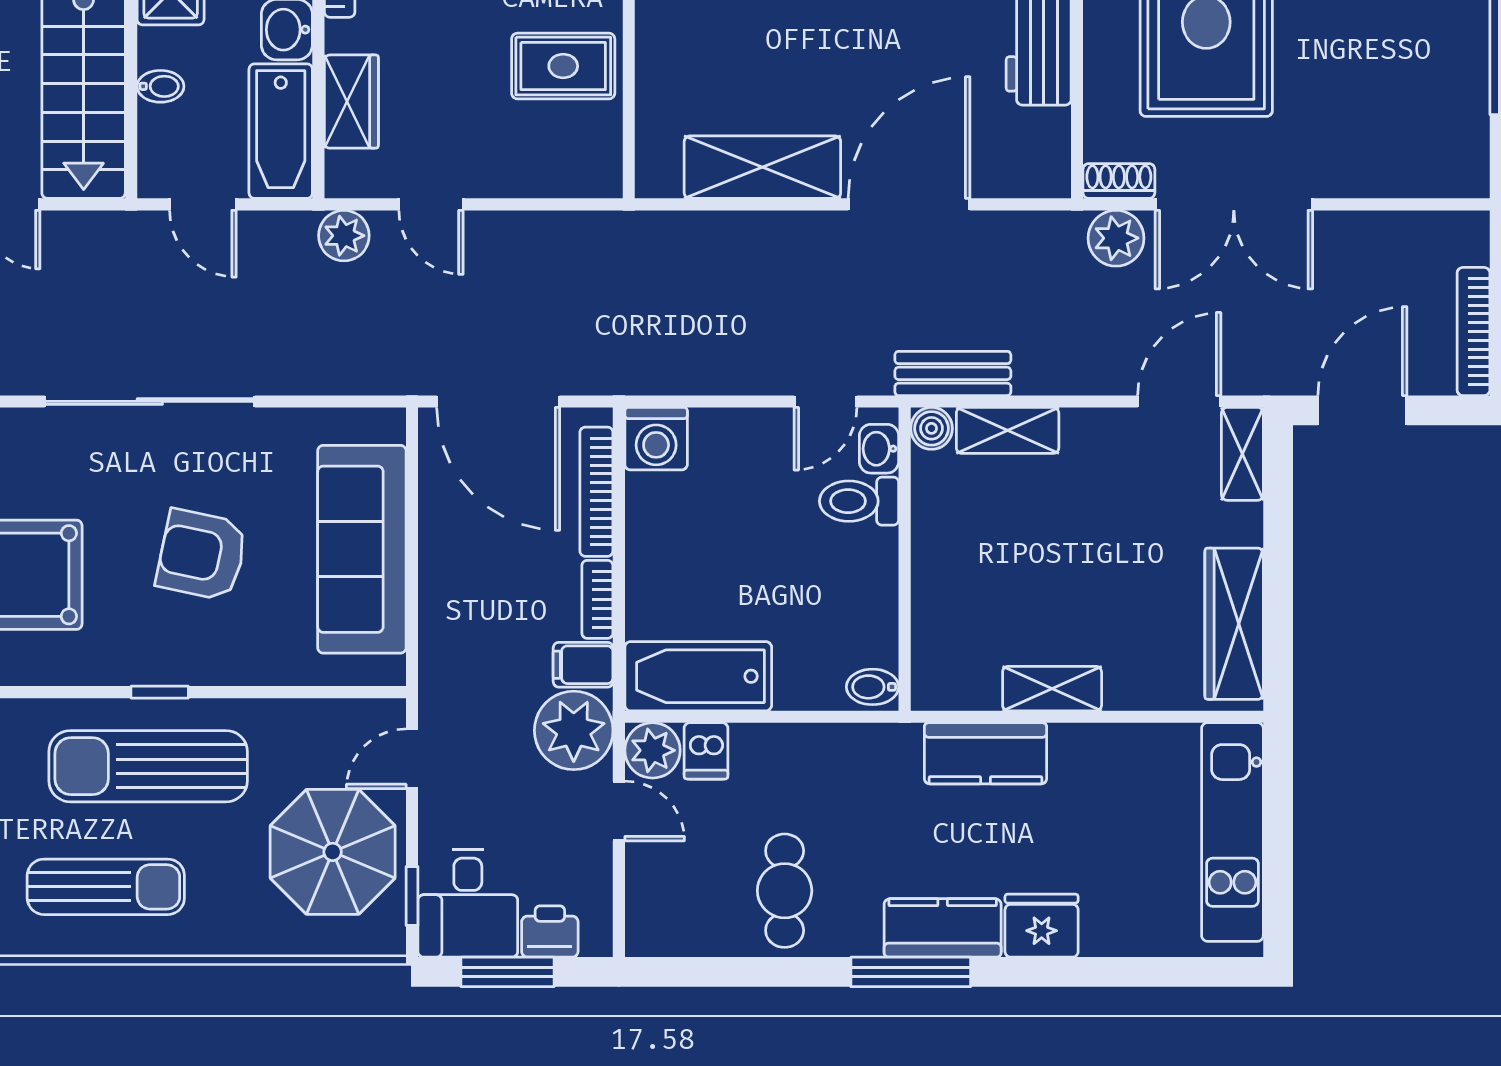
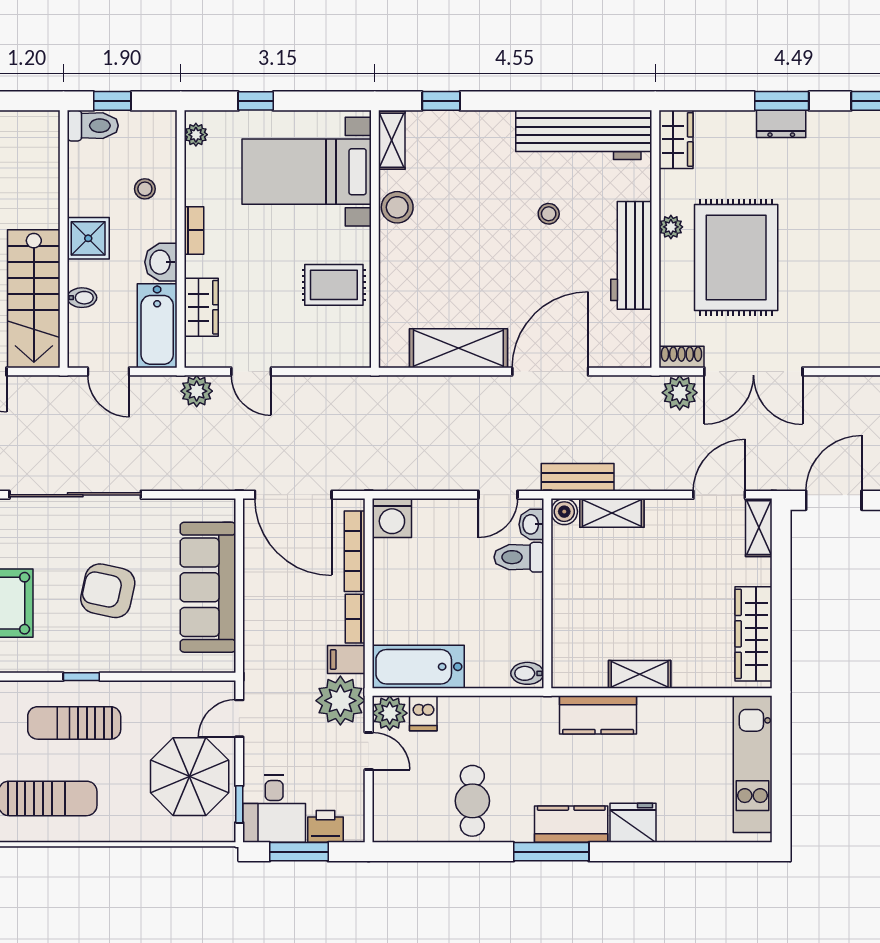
sun lounger: (148, 766) -> (74, 723), width x0.73, depth x0.75

